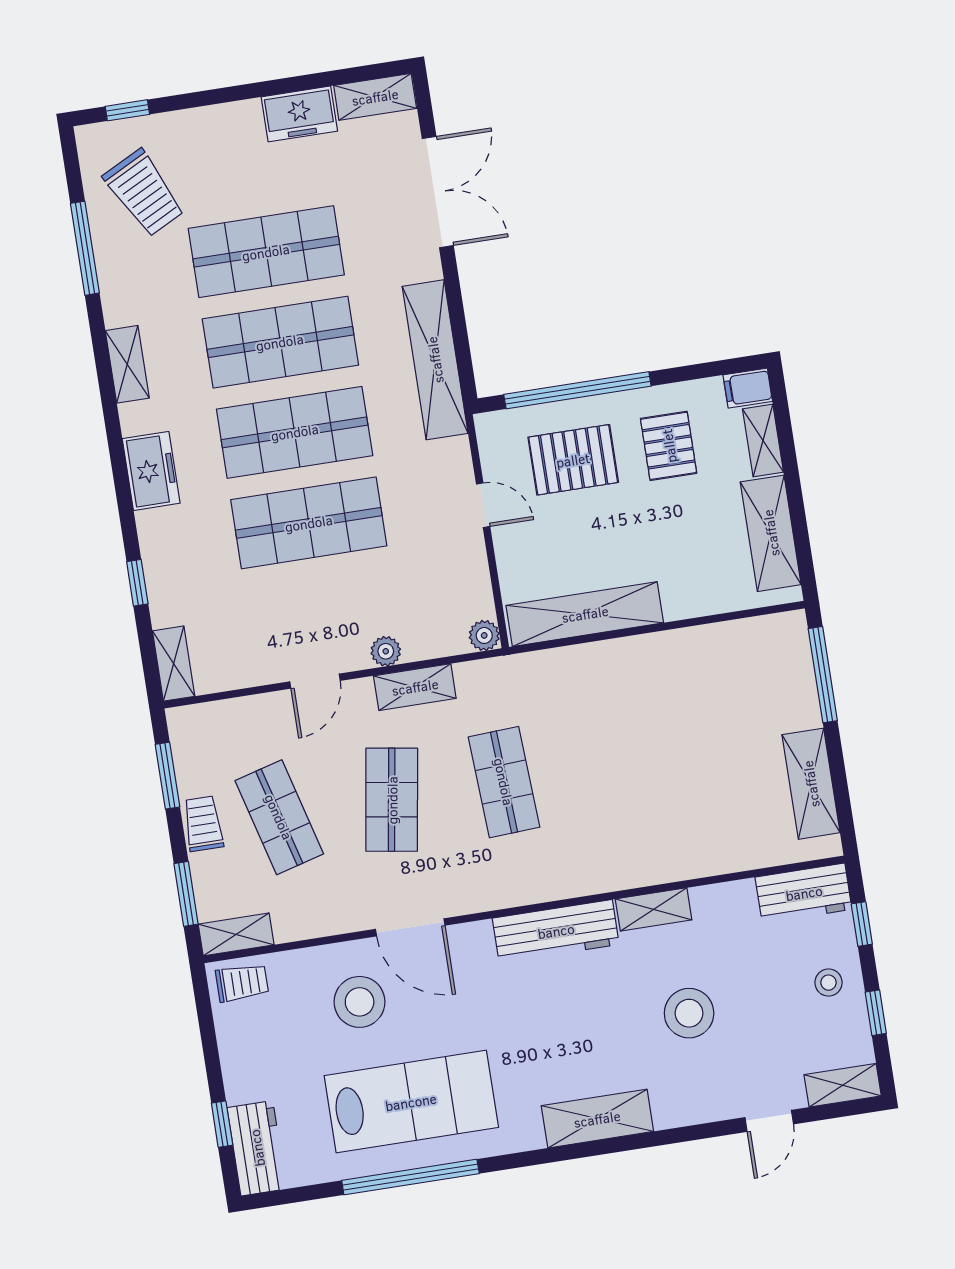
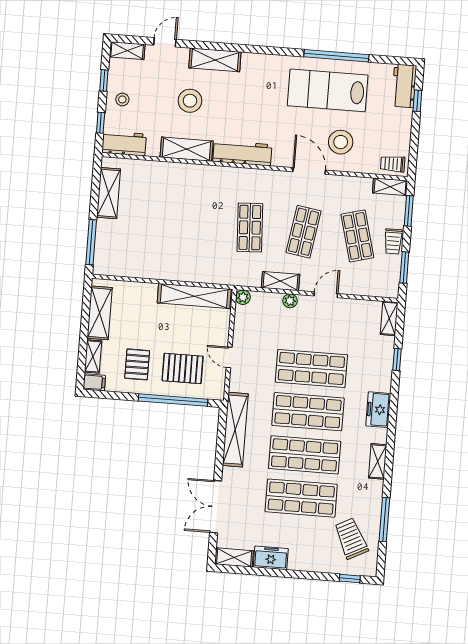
shelving: (654, 909) -> (187, 149), width x1.50, depth x1.33
shelving: (597, 1119) -> (215, 60), moved

